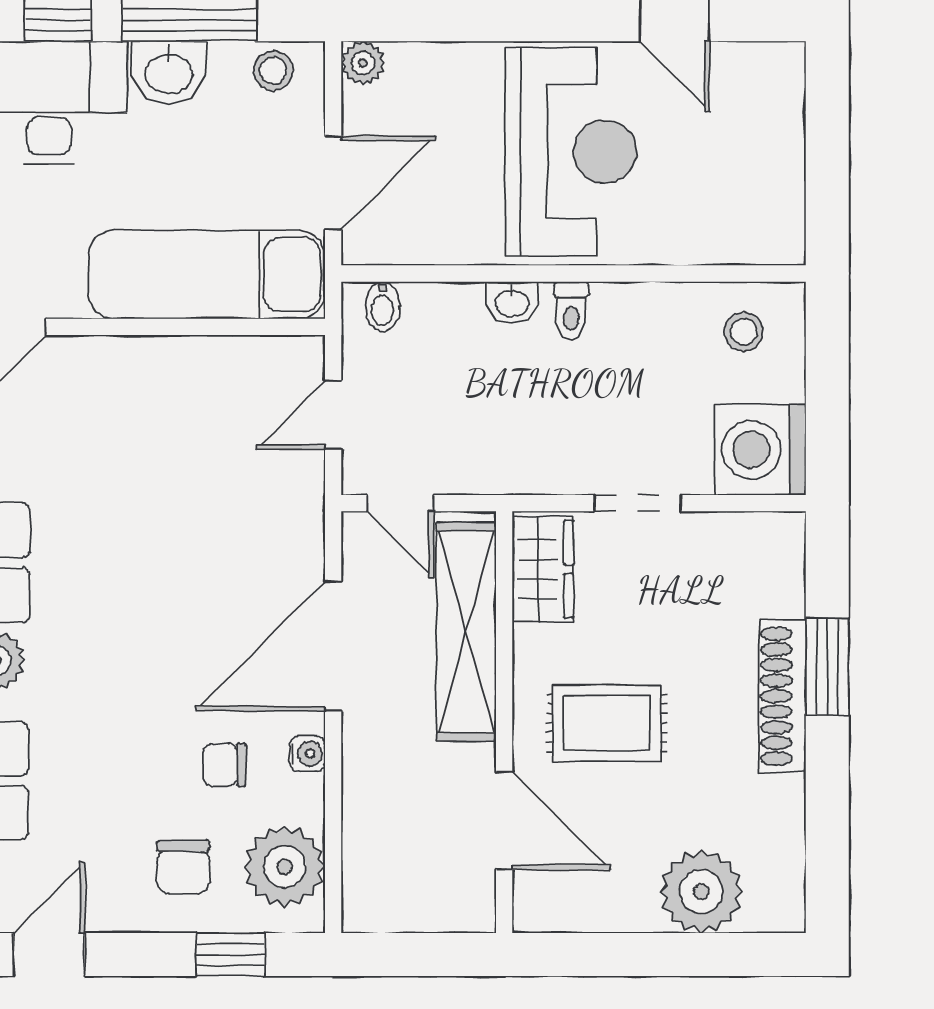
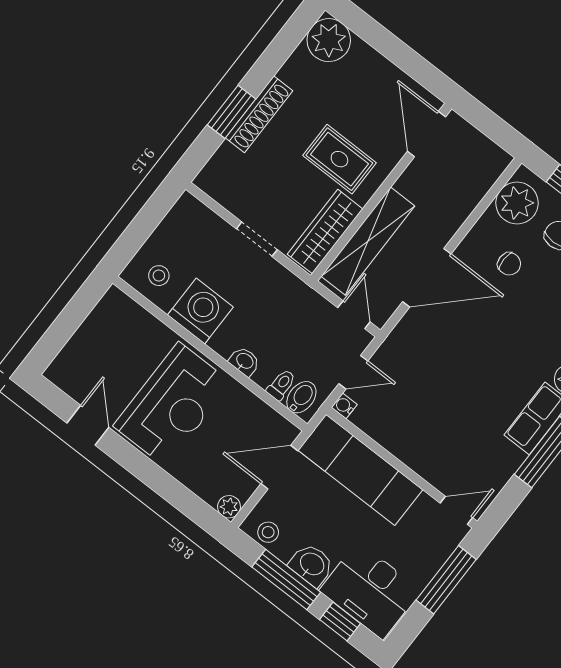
reception desk: (571, 152) -> (172, 404), turned 180
bidet: (383, 306) -> (301, 397), width x1.38, depth x1.36
toilet: (571, 310) -> (281, 385), moved
washing machine: (761, 450) -> (200, 311), moved, turned -90
wardrobe: (543, 569) -> (325, 232), width x1.50
water cooler: (307, 754) -> (344, 406), moved
door: (504, 821) -> (426, 134), moved
plant: (701, 892) -> (329, 40), moved

